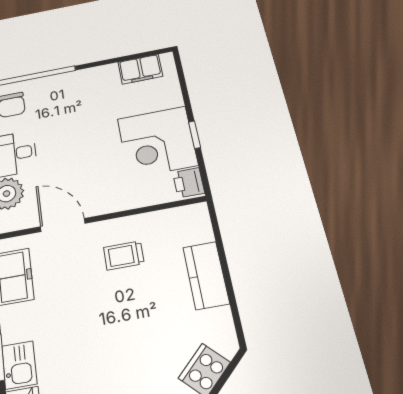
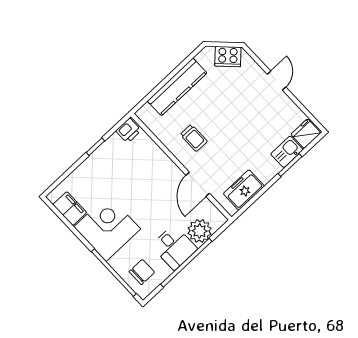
corner desk: (157, 142) -> (107, 228), moved, turned -90
kitchen counter: (206, 275) -> (177, 87), width x1.50

